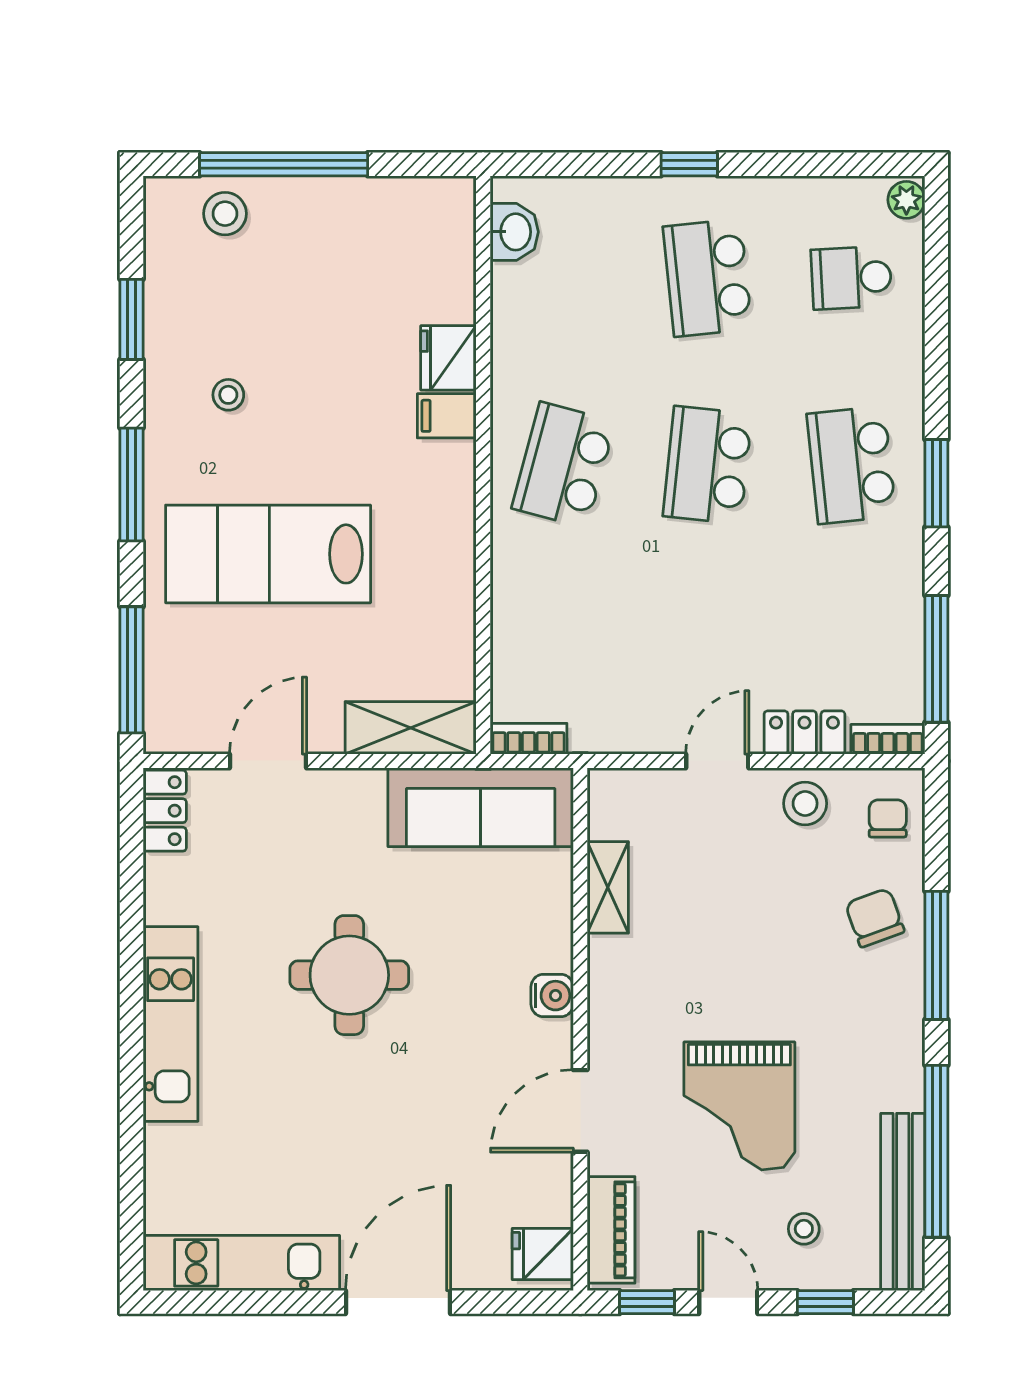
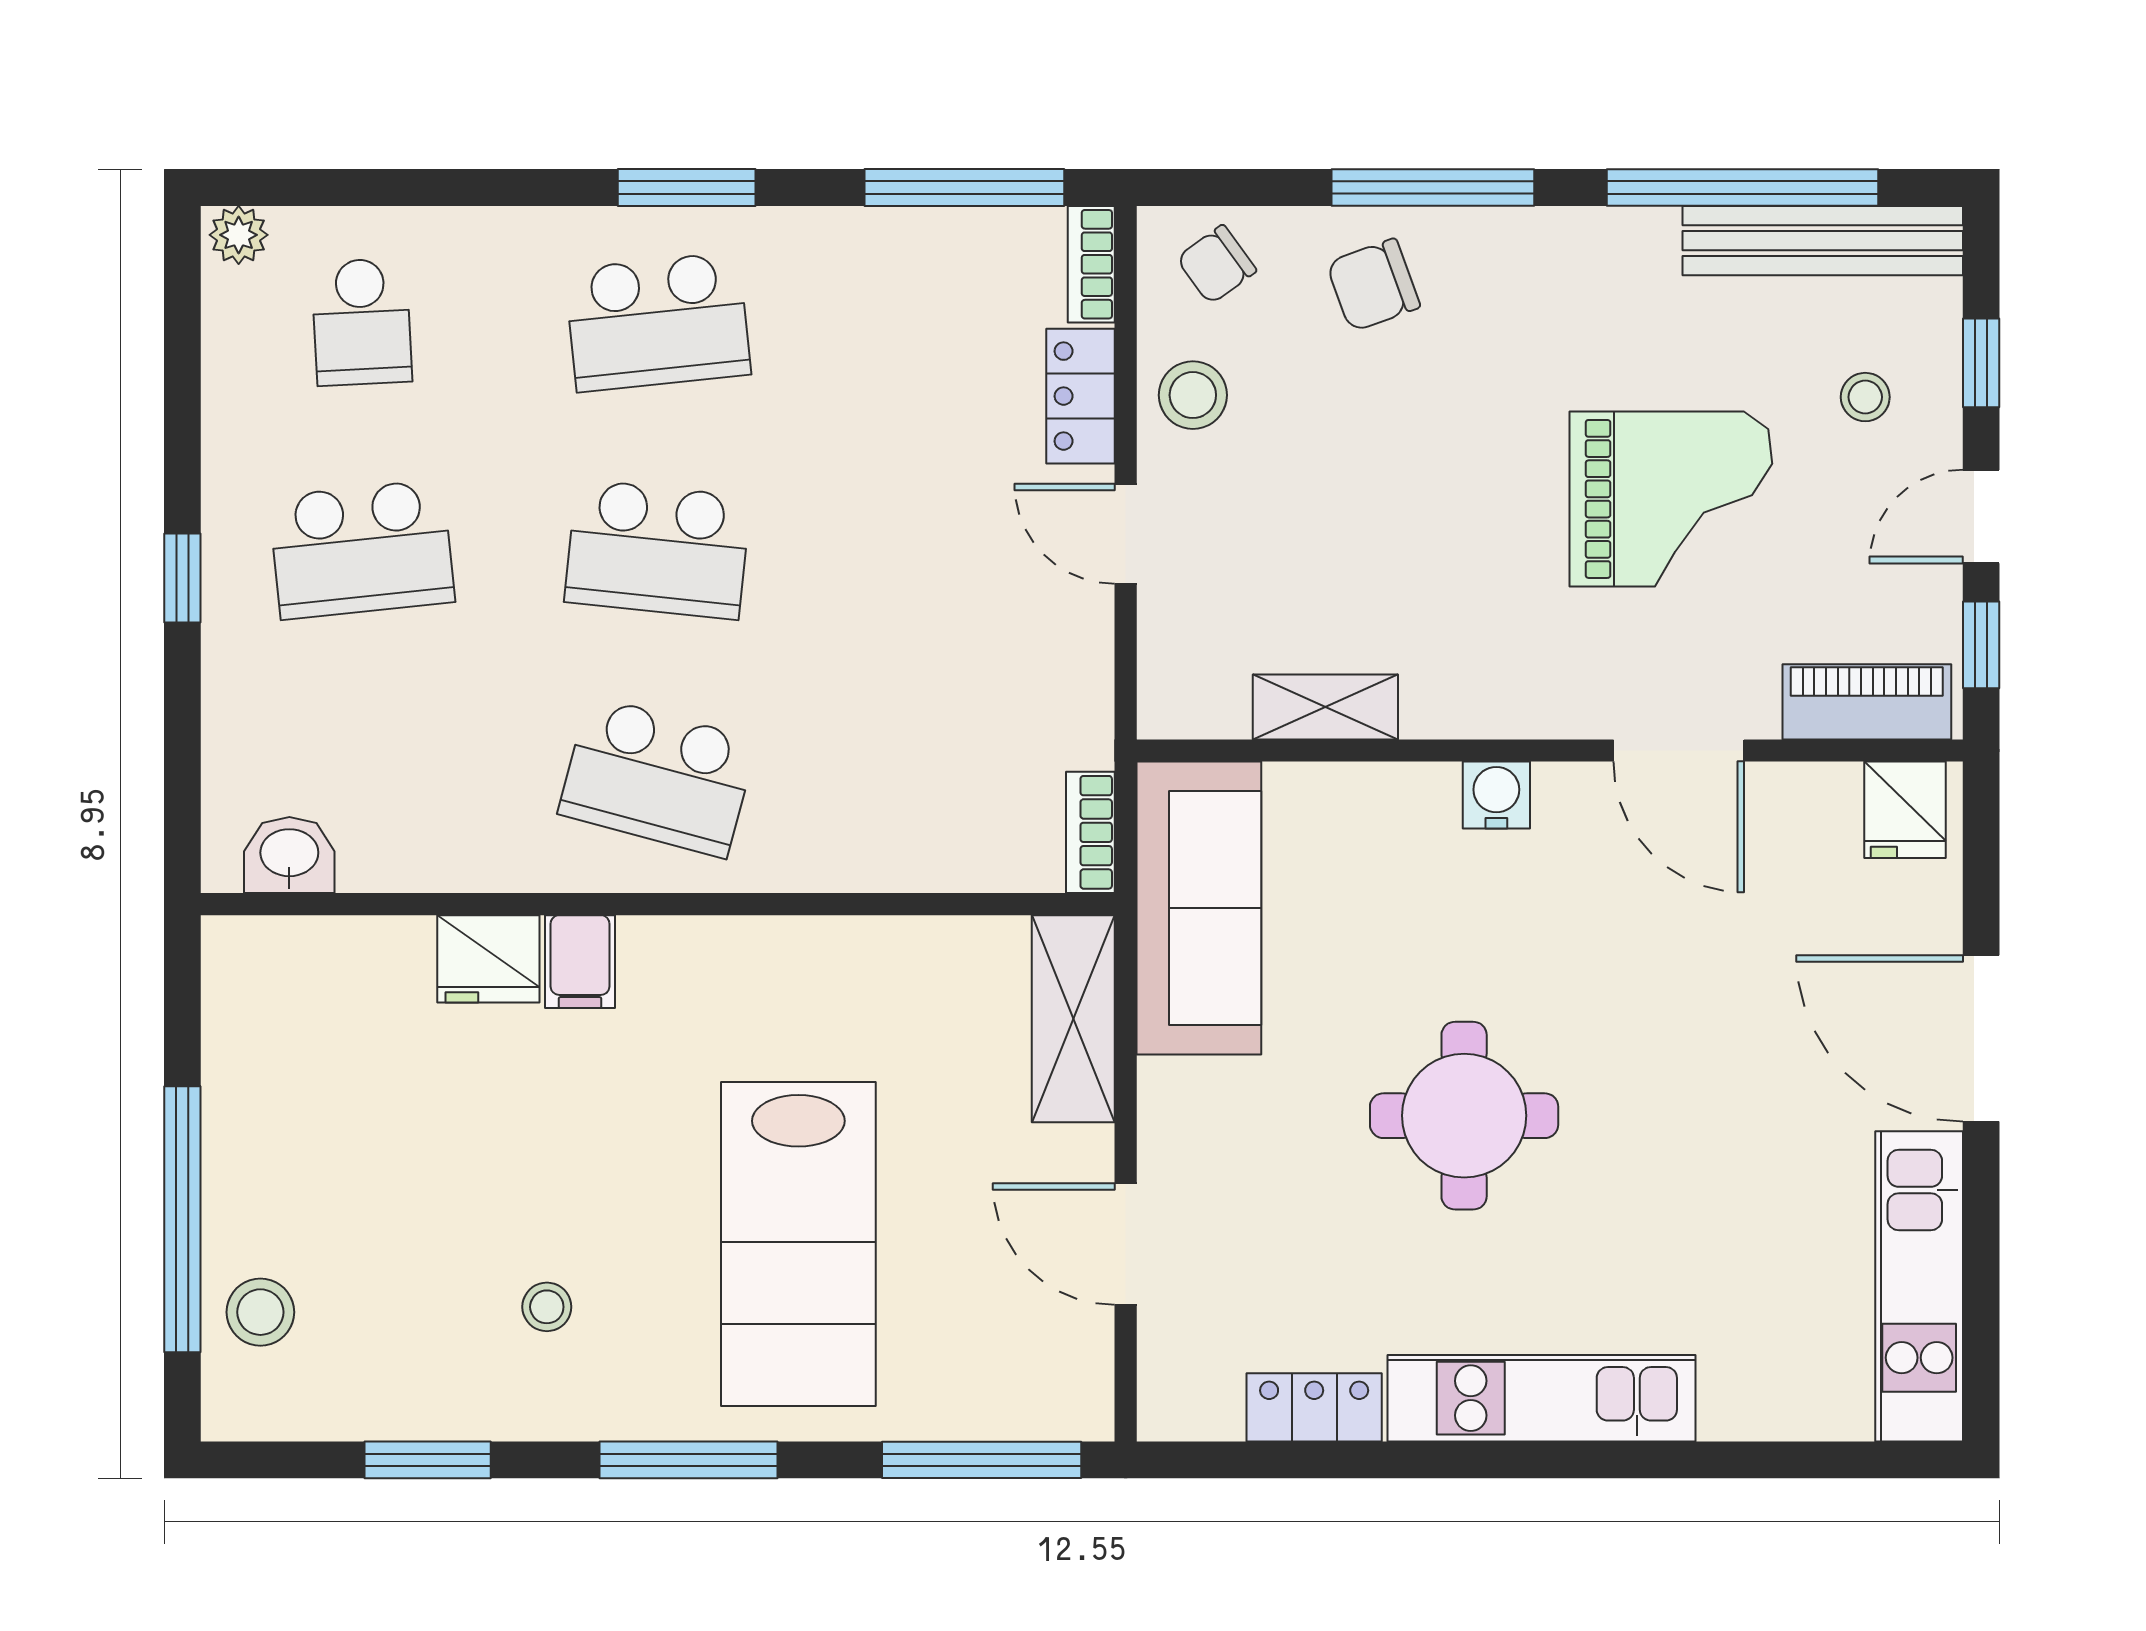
locker: (165, 811) -> (1314, 1407), moved
chair: (888, 818) -> (1216, 265), turned -36

